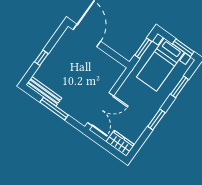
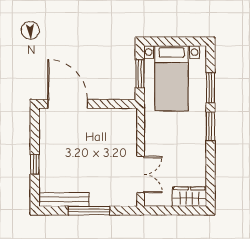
window: (183, 48) -> (184, 41), removed
double door: (101, 109) -> (141, 174), width x0.73
window: (156, 119) -> (210, 126), moved

